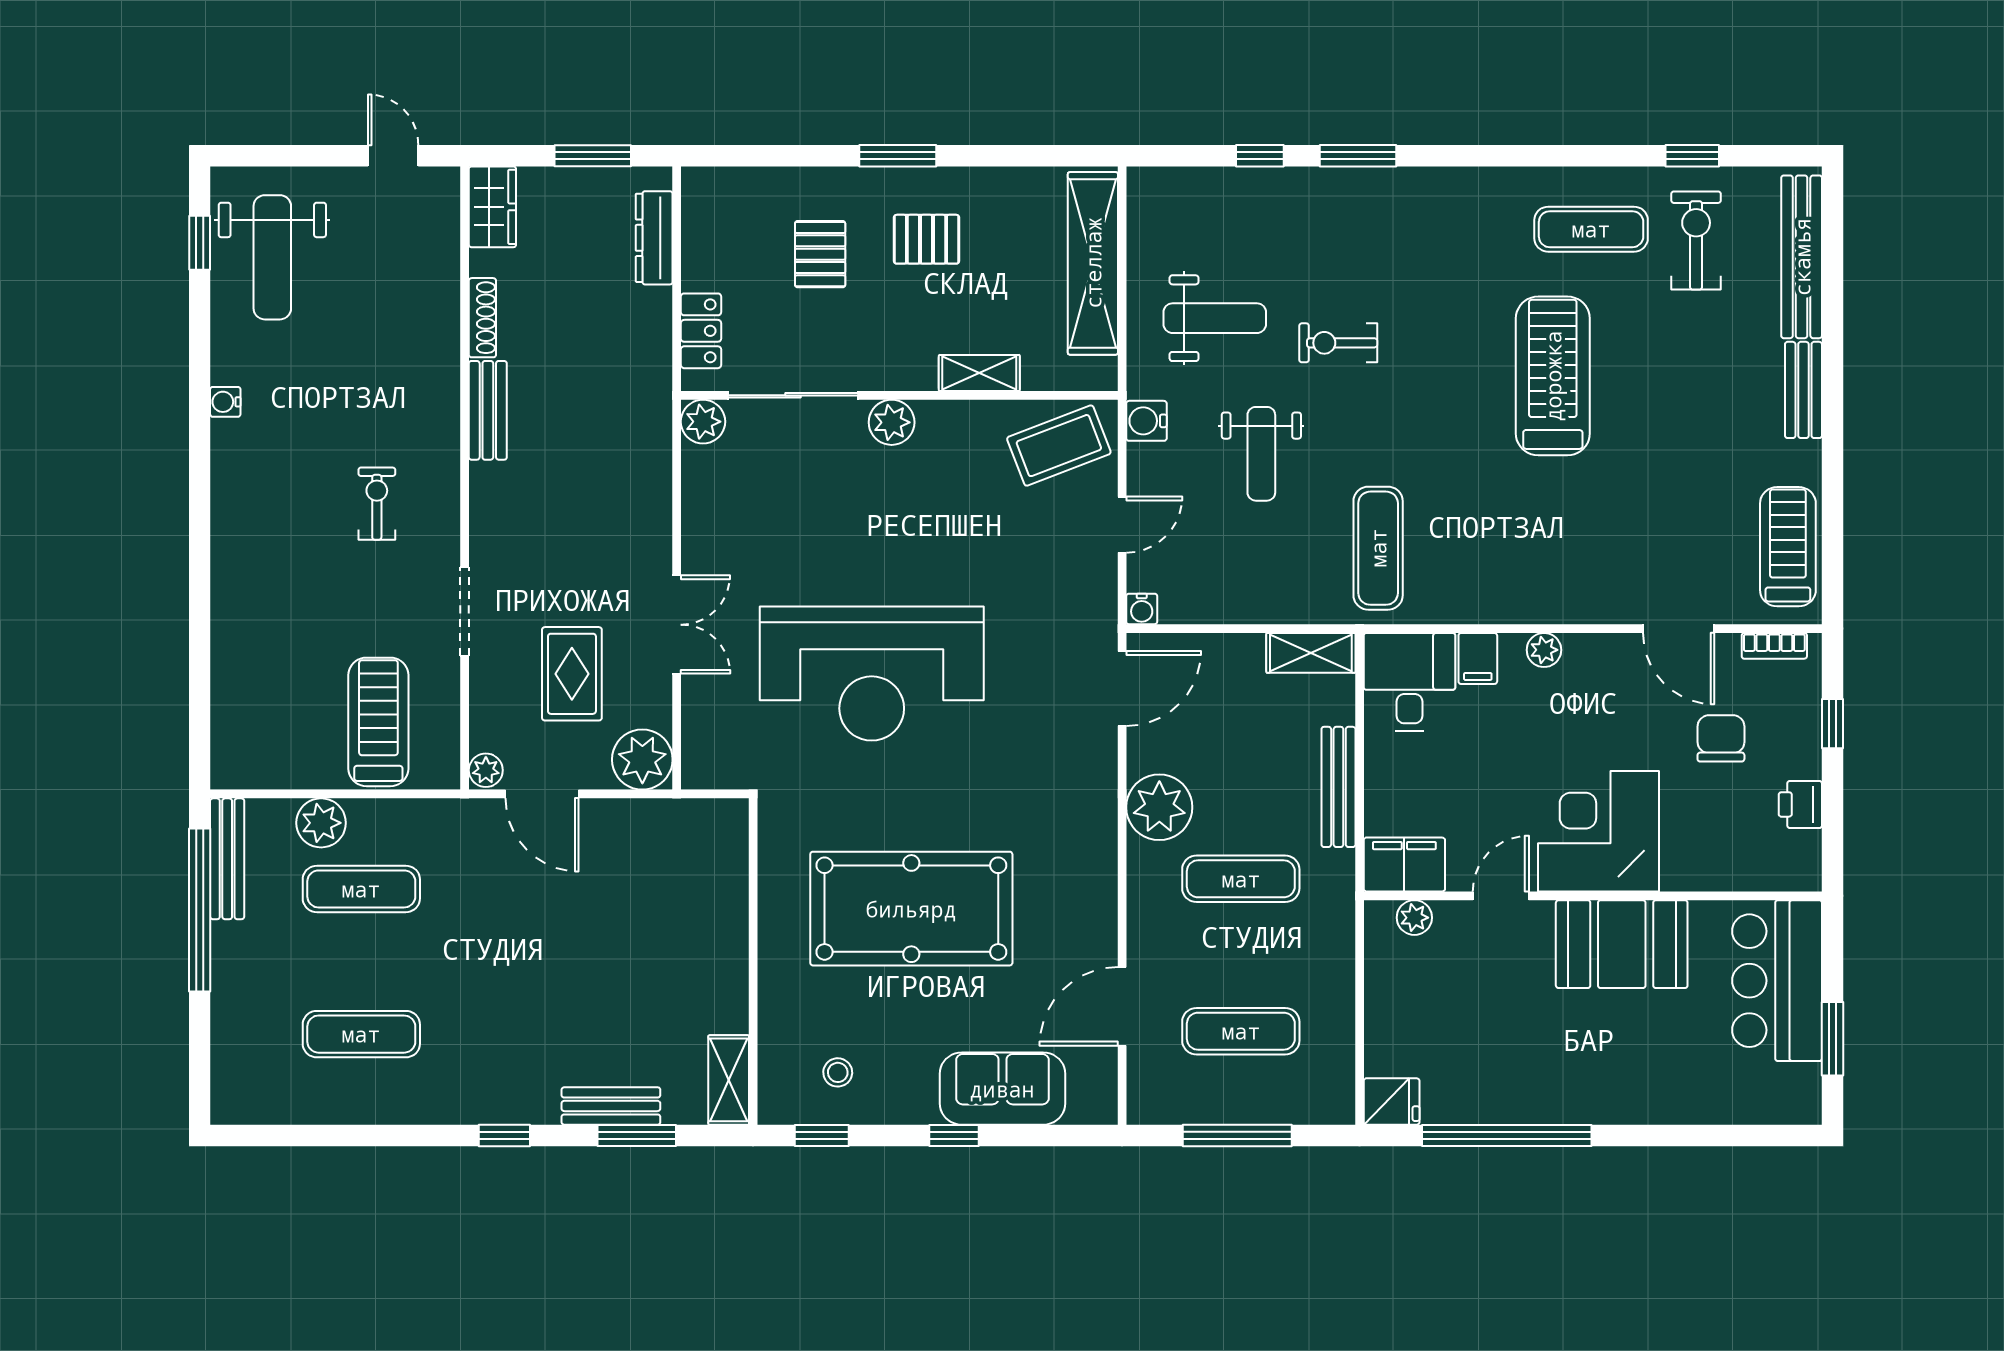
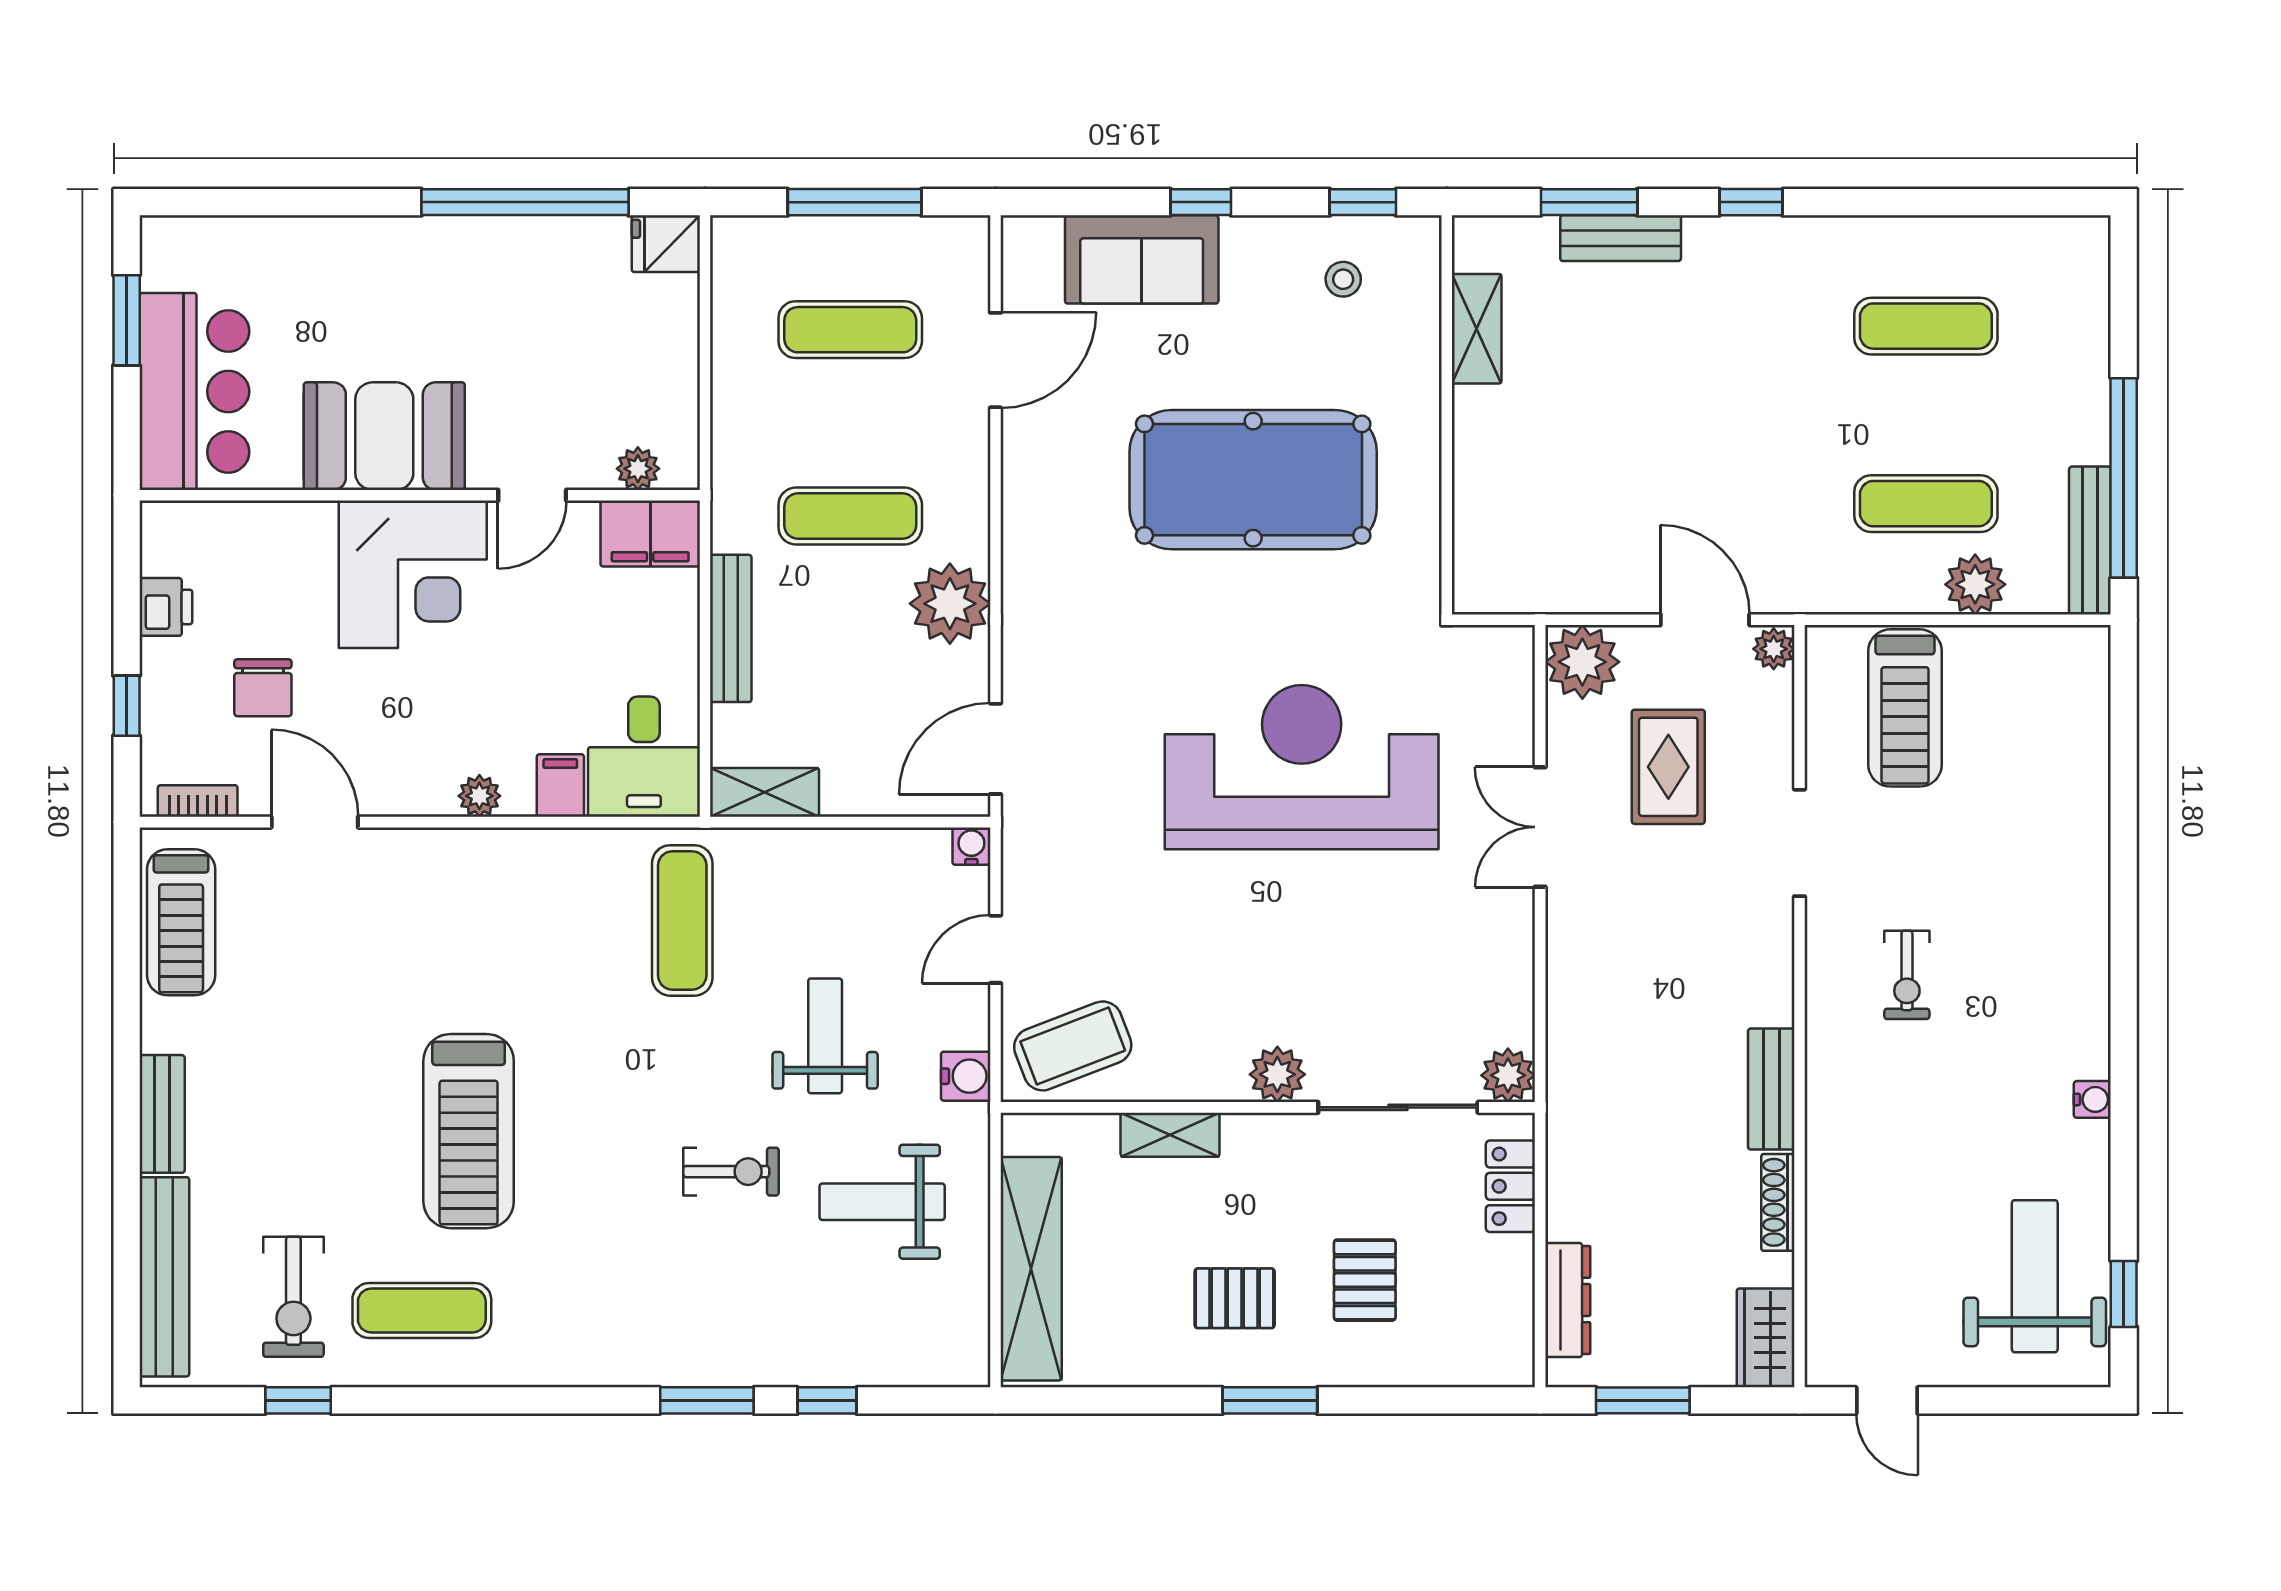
shelving: (729, 1080) -> (1477, 329), moved

